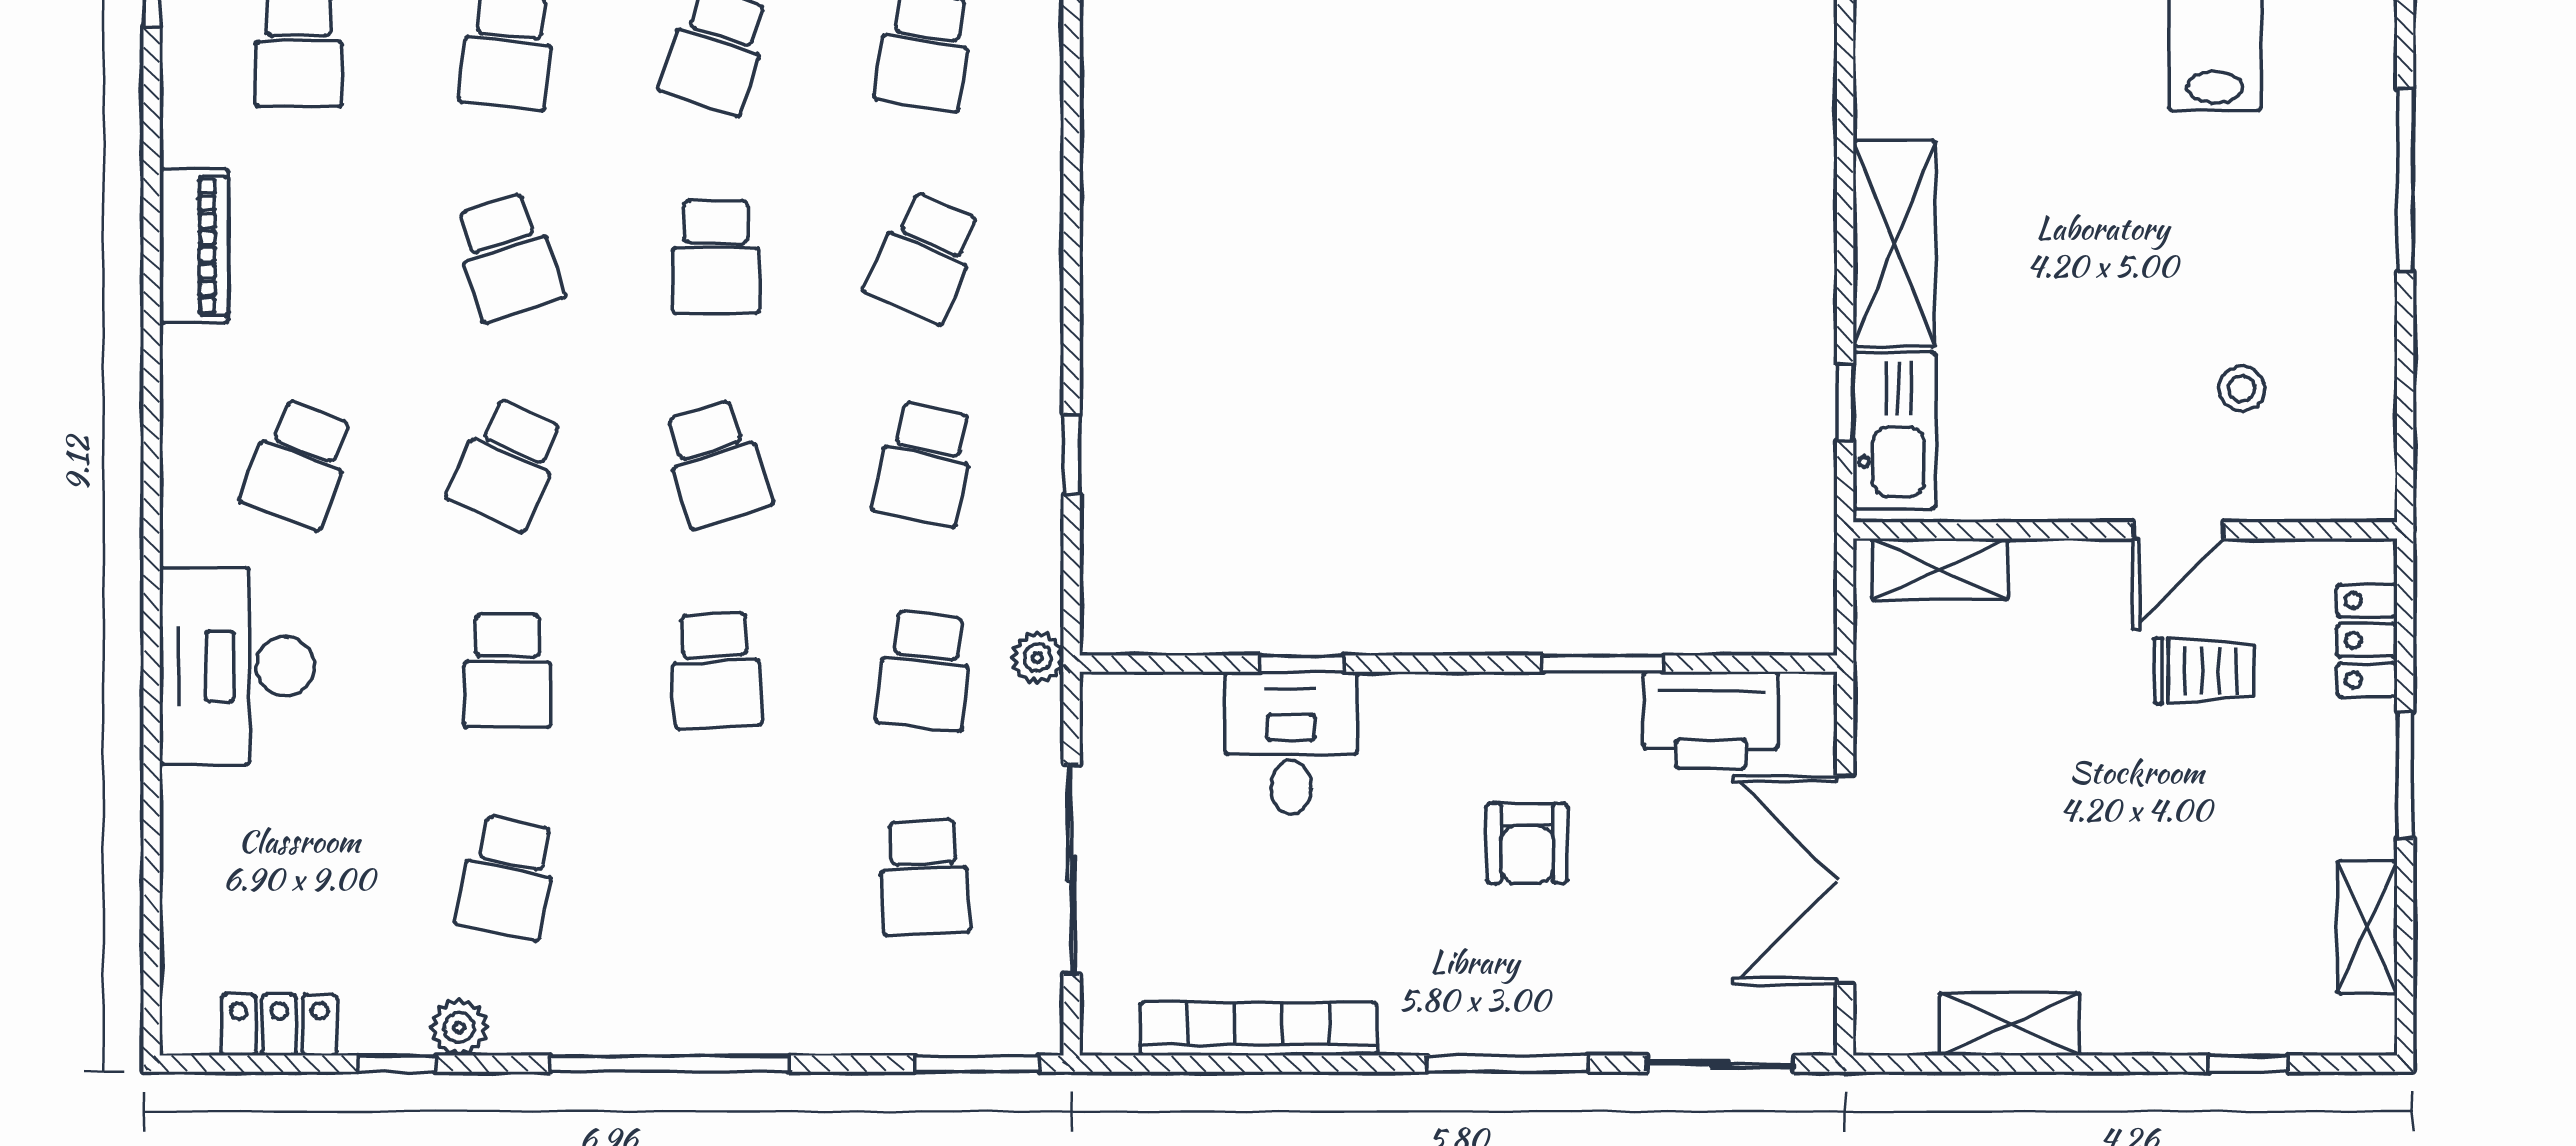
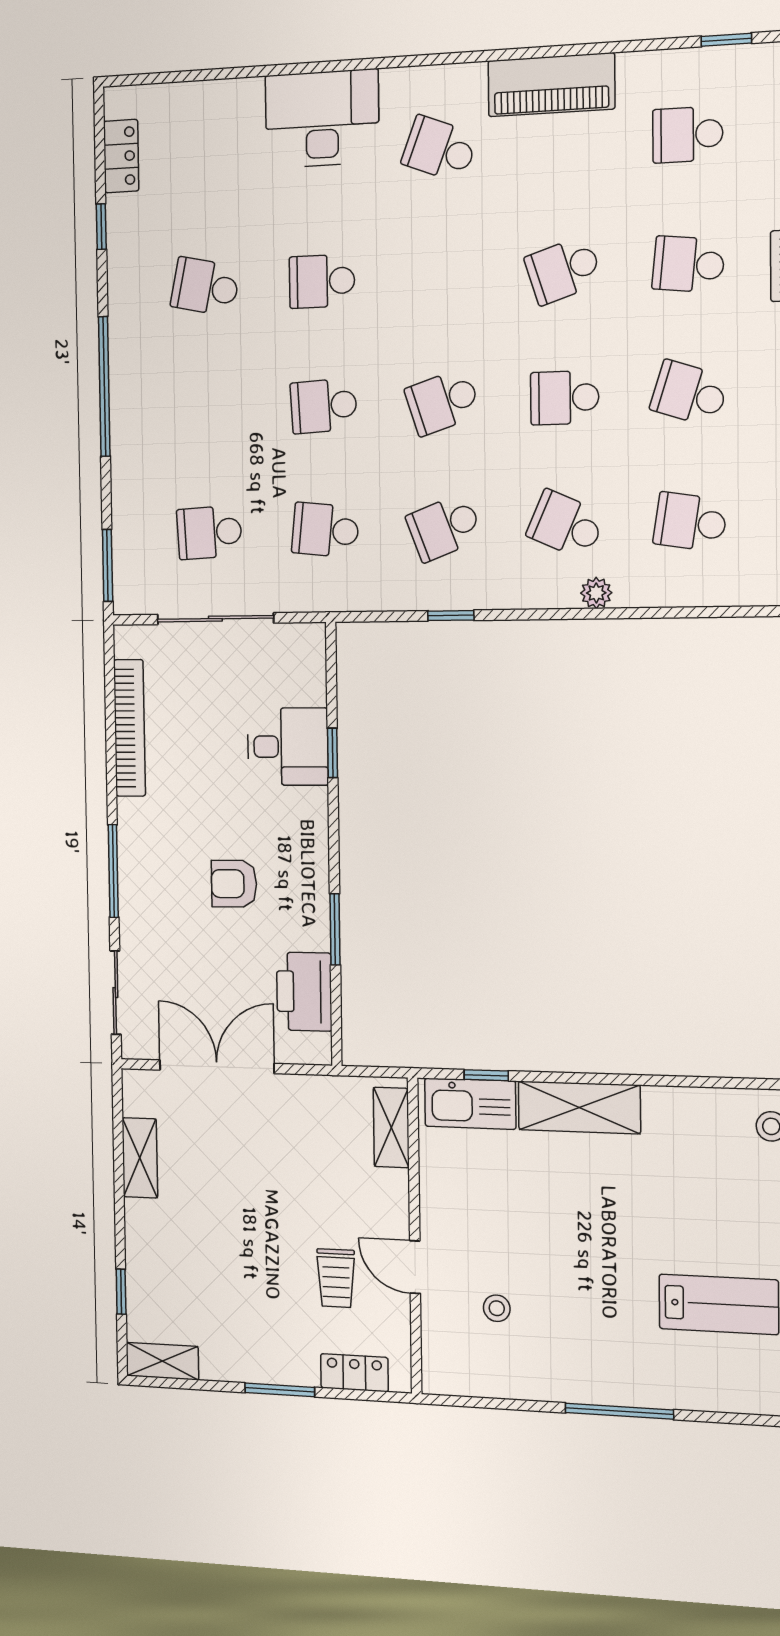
piano: (194, 246) -> (551, 85), width x1.37, depth x1.33
school desk: (507, 464) -> (441, 276), removed
school desk: (924, 464) -> (444, 527), turned -33
plant: (1038, 658) -> (596, 593), moved
shelving: (2367, 927) -> (162, 1361), moved
plant: (459, 1027) -> (122, 262), removed

